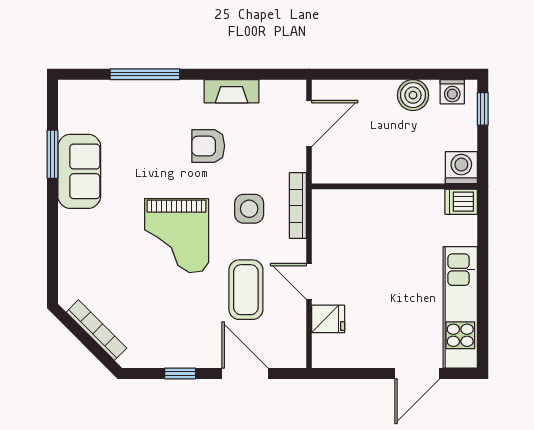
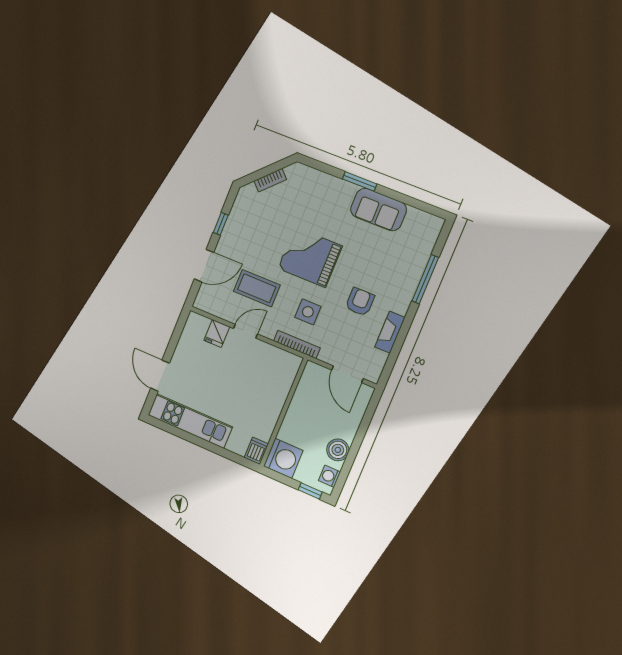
window: (52, 154) -> (360, 181), moved
washing machine: (461, 168) -> (283, 458), width x1.37, depth x1.37
bookcase: (96, 330) -> (270, 180), width x0.64

